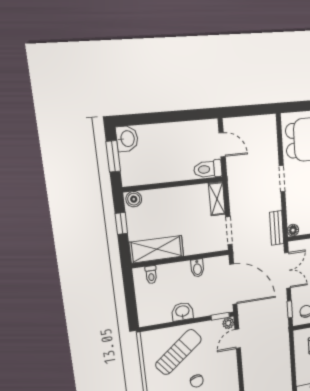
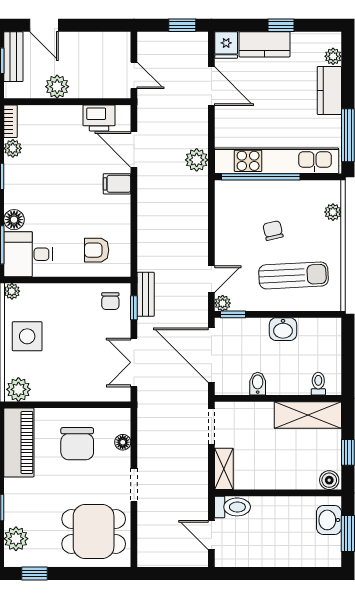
washbasin: (127, 139) -> (329, 520), moved
bench: (277, 228) -> (146, 294), moved
floor lamp: (293, 230) -> (123, 442), moved
sun lounger: (179, 352) -> (294, 275), turned -145

